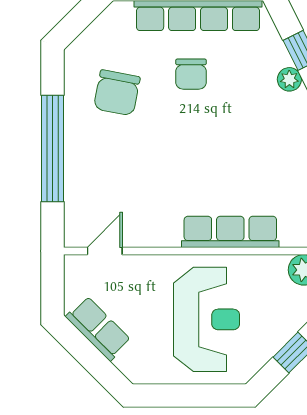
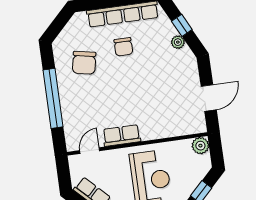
row of seats: (230, 232) -> (122, 135), moved, width x0.68

